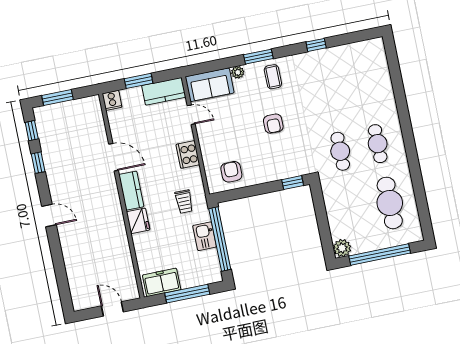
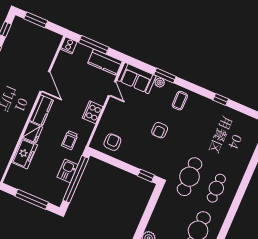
window: (258, 57) -> (165, 75), moved
window: (139, 81) -> (94, 45), width x1.44
cafe table: (340, 151) -> (190, 177), width x1.37, depth x1.35
freezer: (162, 282) -> (25, 154), moved, turned 90

